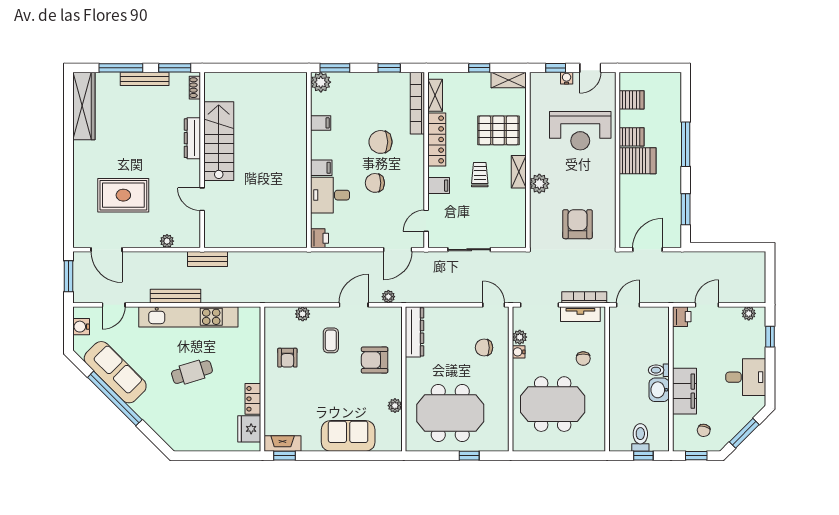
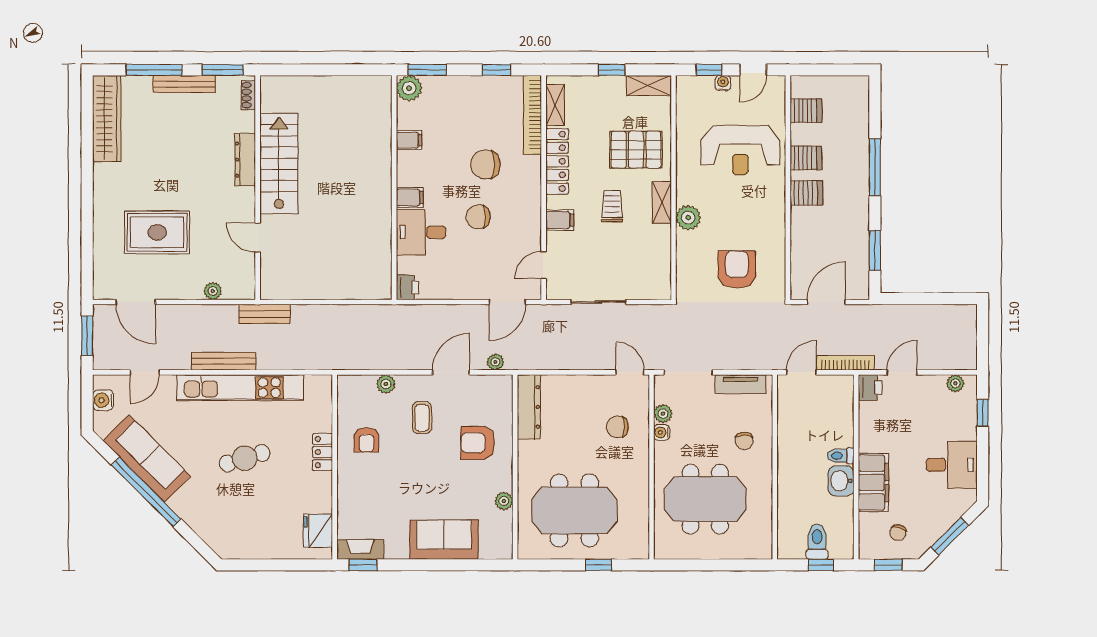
server rack: (638, 161) -> (806, 193), width x0.73, depth x0.70
bookcase: (584, 297) -> (845, 363), moved
locker: (253, 399) -> (322, 452), moved

